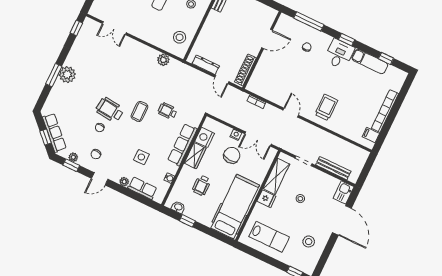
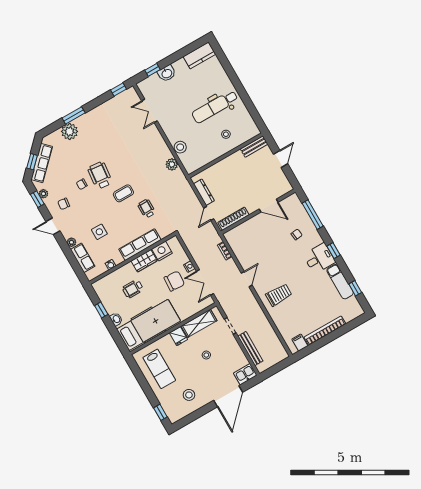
stool: (180, 37) -> (180, 147), moved
plant: (67, 75) -> (70, 131), moved
washbasin: (178, 207) -> (116, 319), moved

